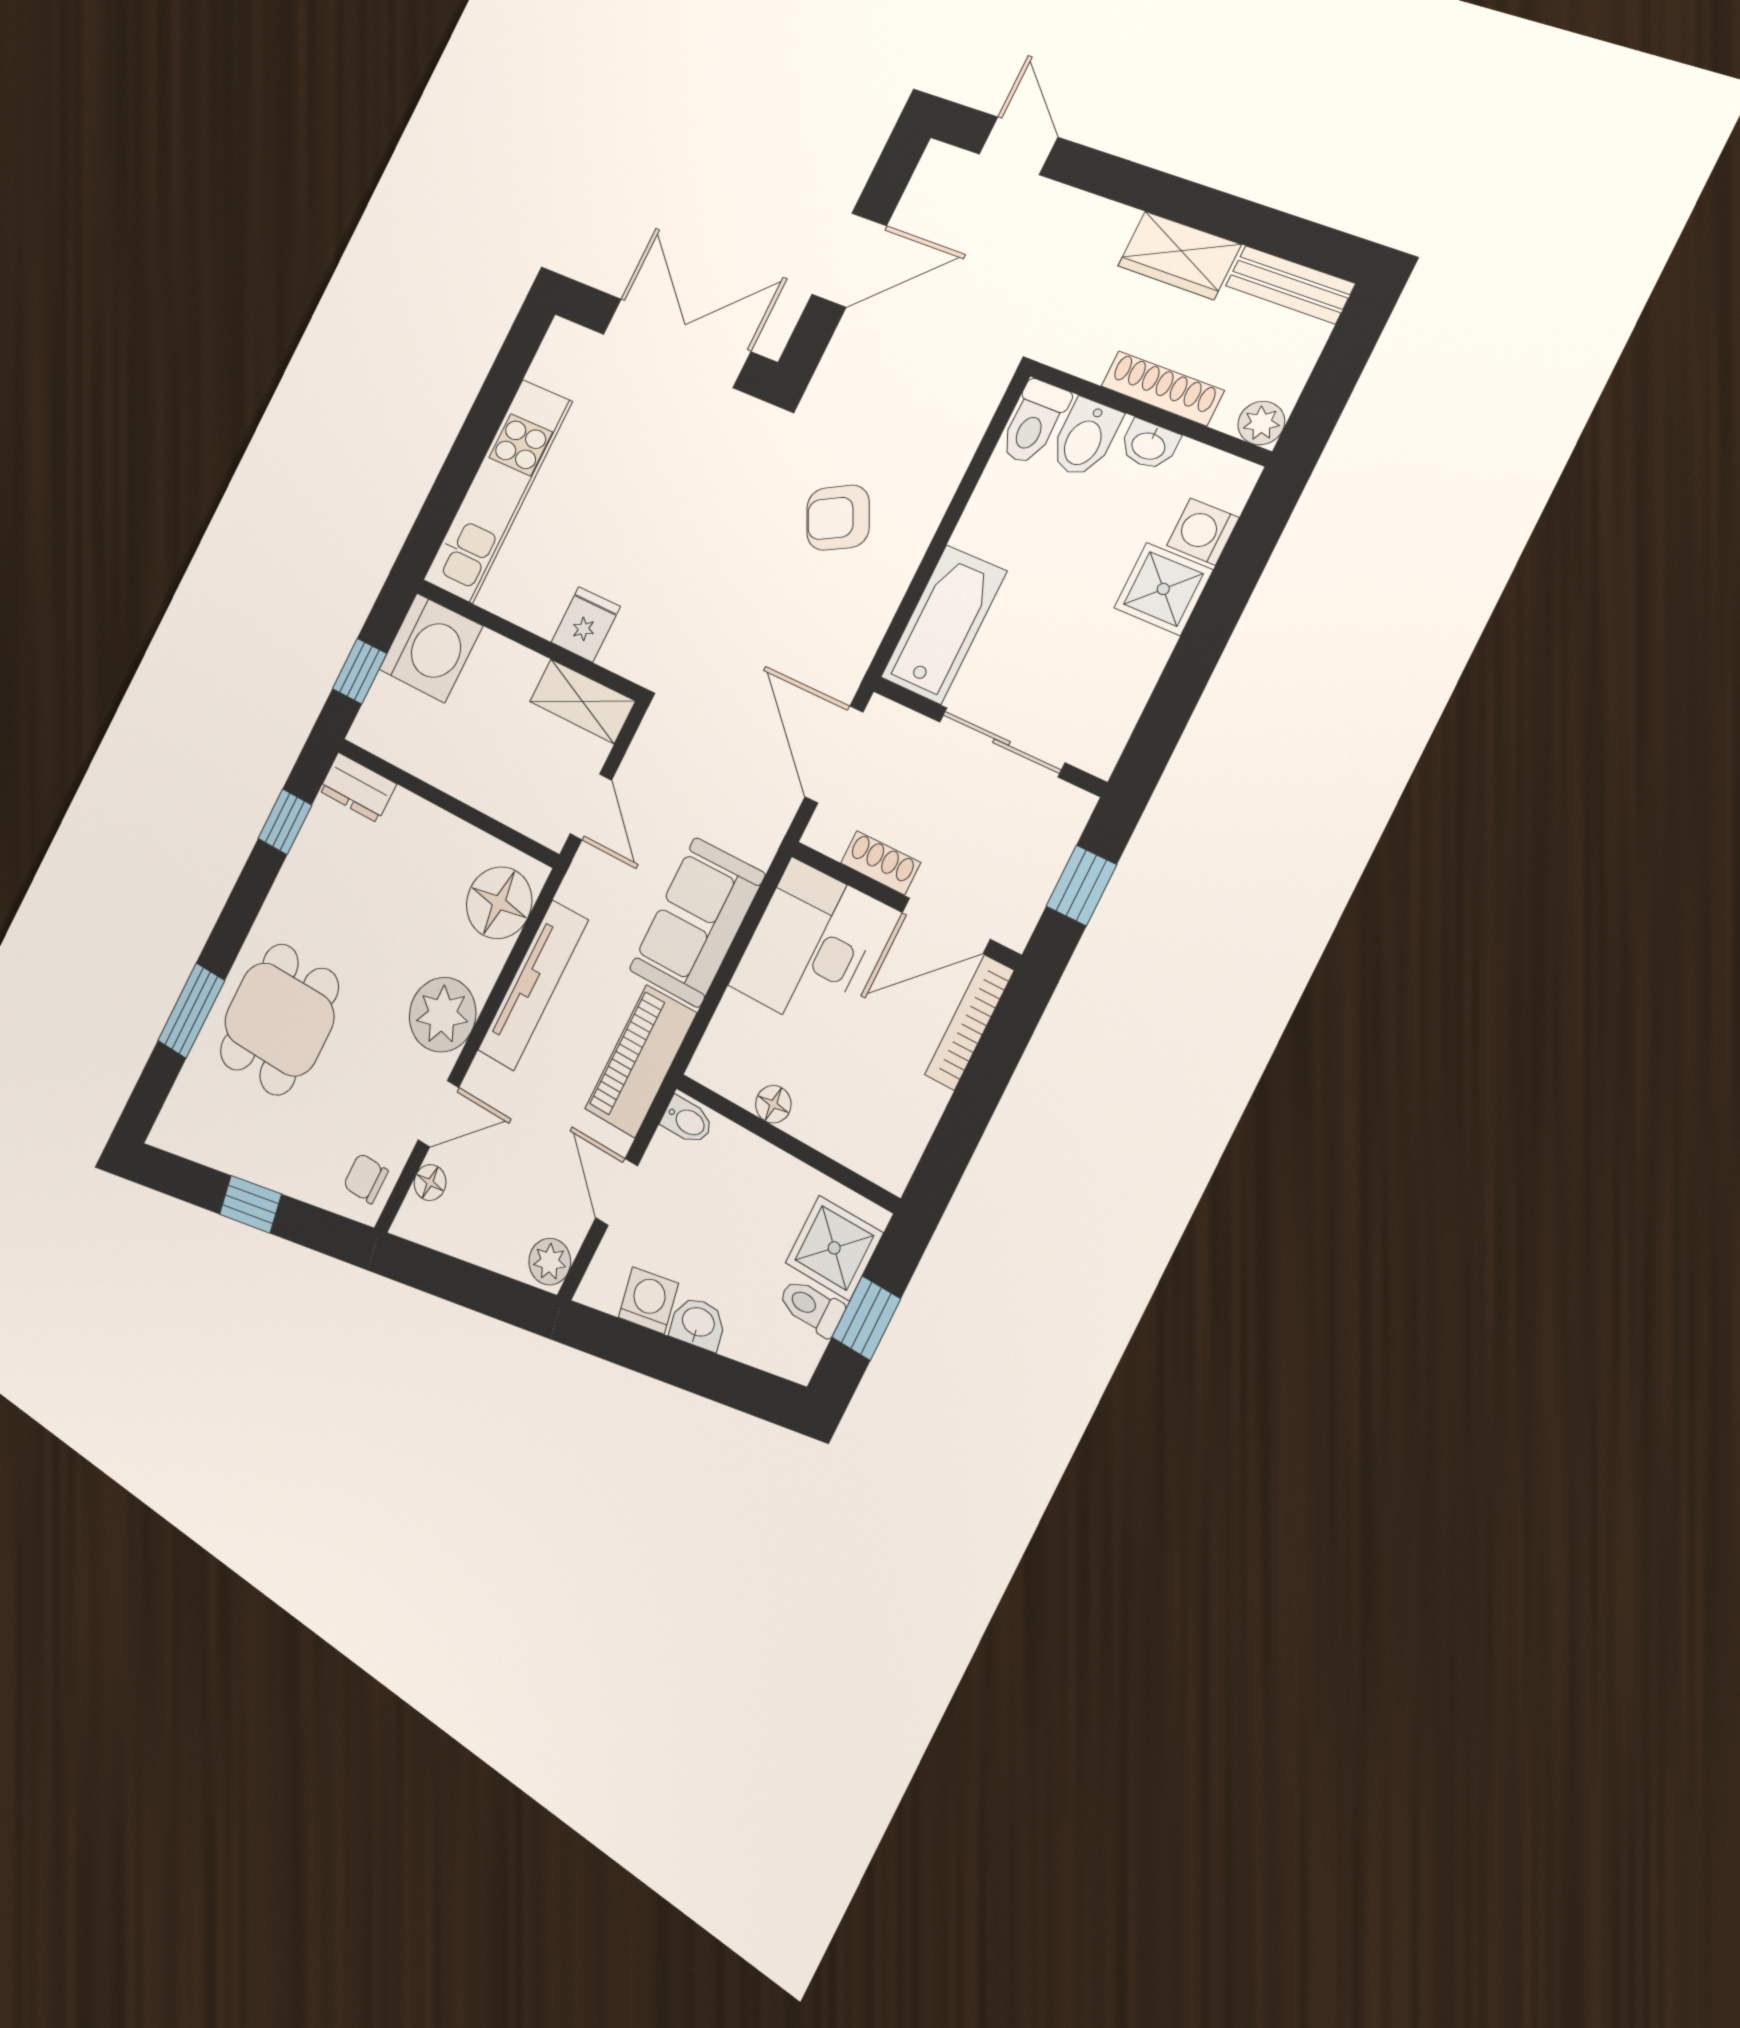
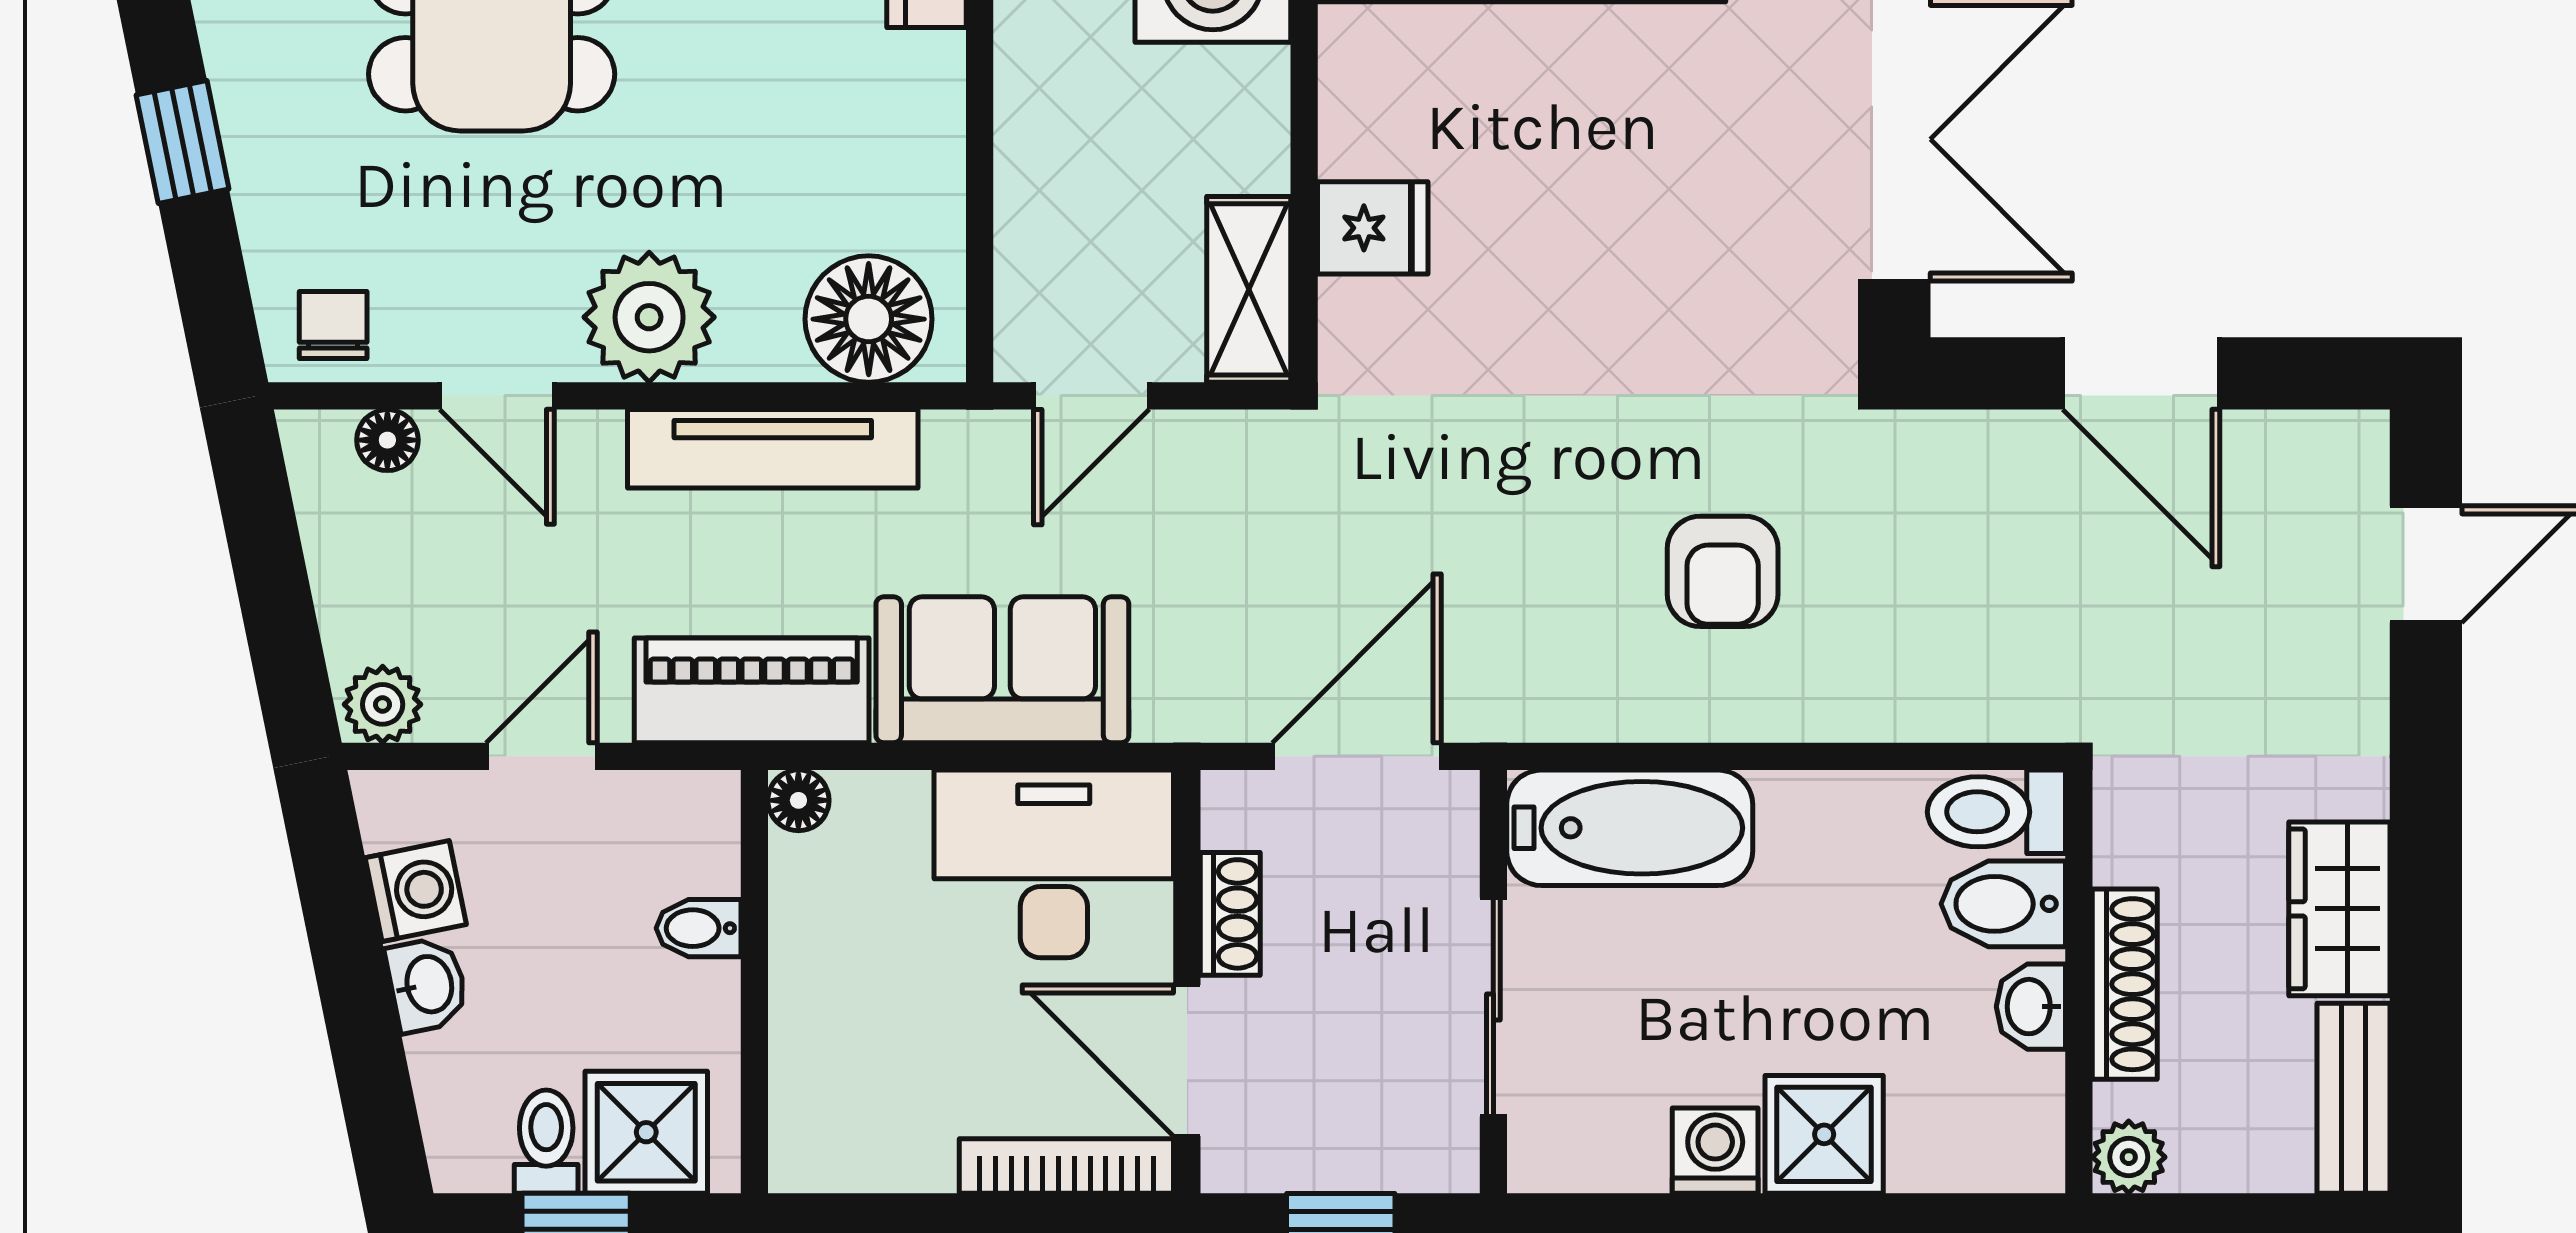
armchair: (838, 518) -> (1723, 571), turned -152
washing machine: (1203, 532) -> (1715, 1151), moved
floor lamp: (773, 1104) -> (798, 800), moved
bidet: (687, 1121) -> (699, 928), moved, turned 90

